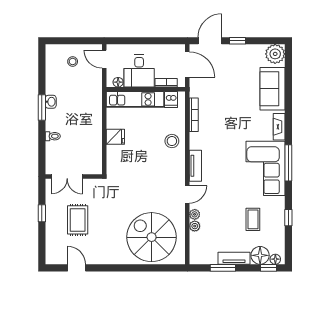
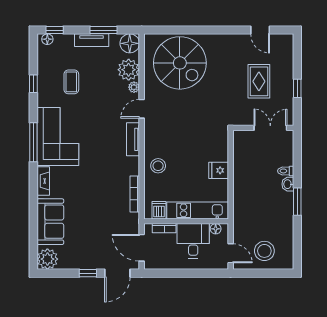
stool: (73, 61) -> (264, 251), width x1.89, depth x1.89
washbasin: (51, 102) -> (288, 184), moved
plant: (195, 226) -> (129, 70), width x1.88, depth x1.88
floor lamp: (260, 255) -> (130, 43), moved

